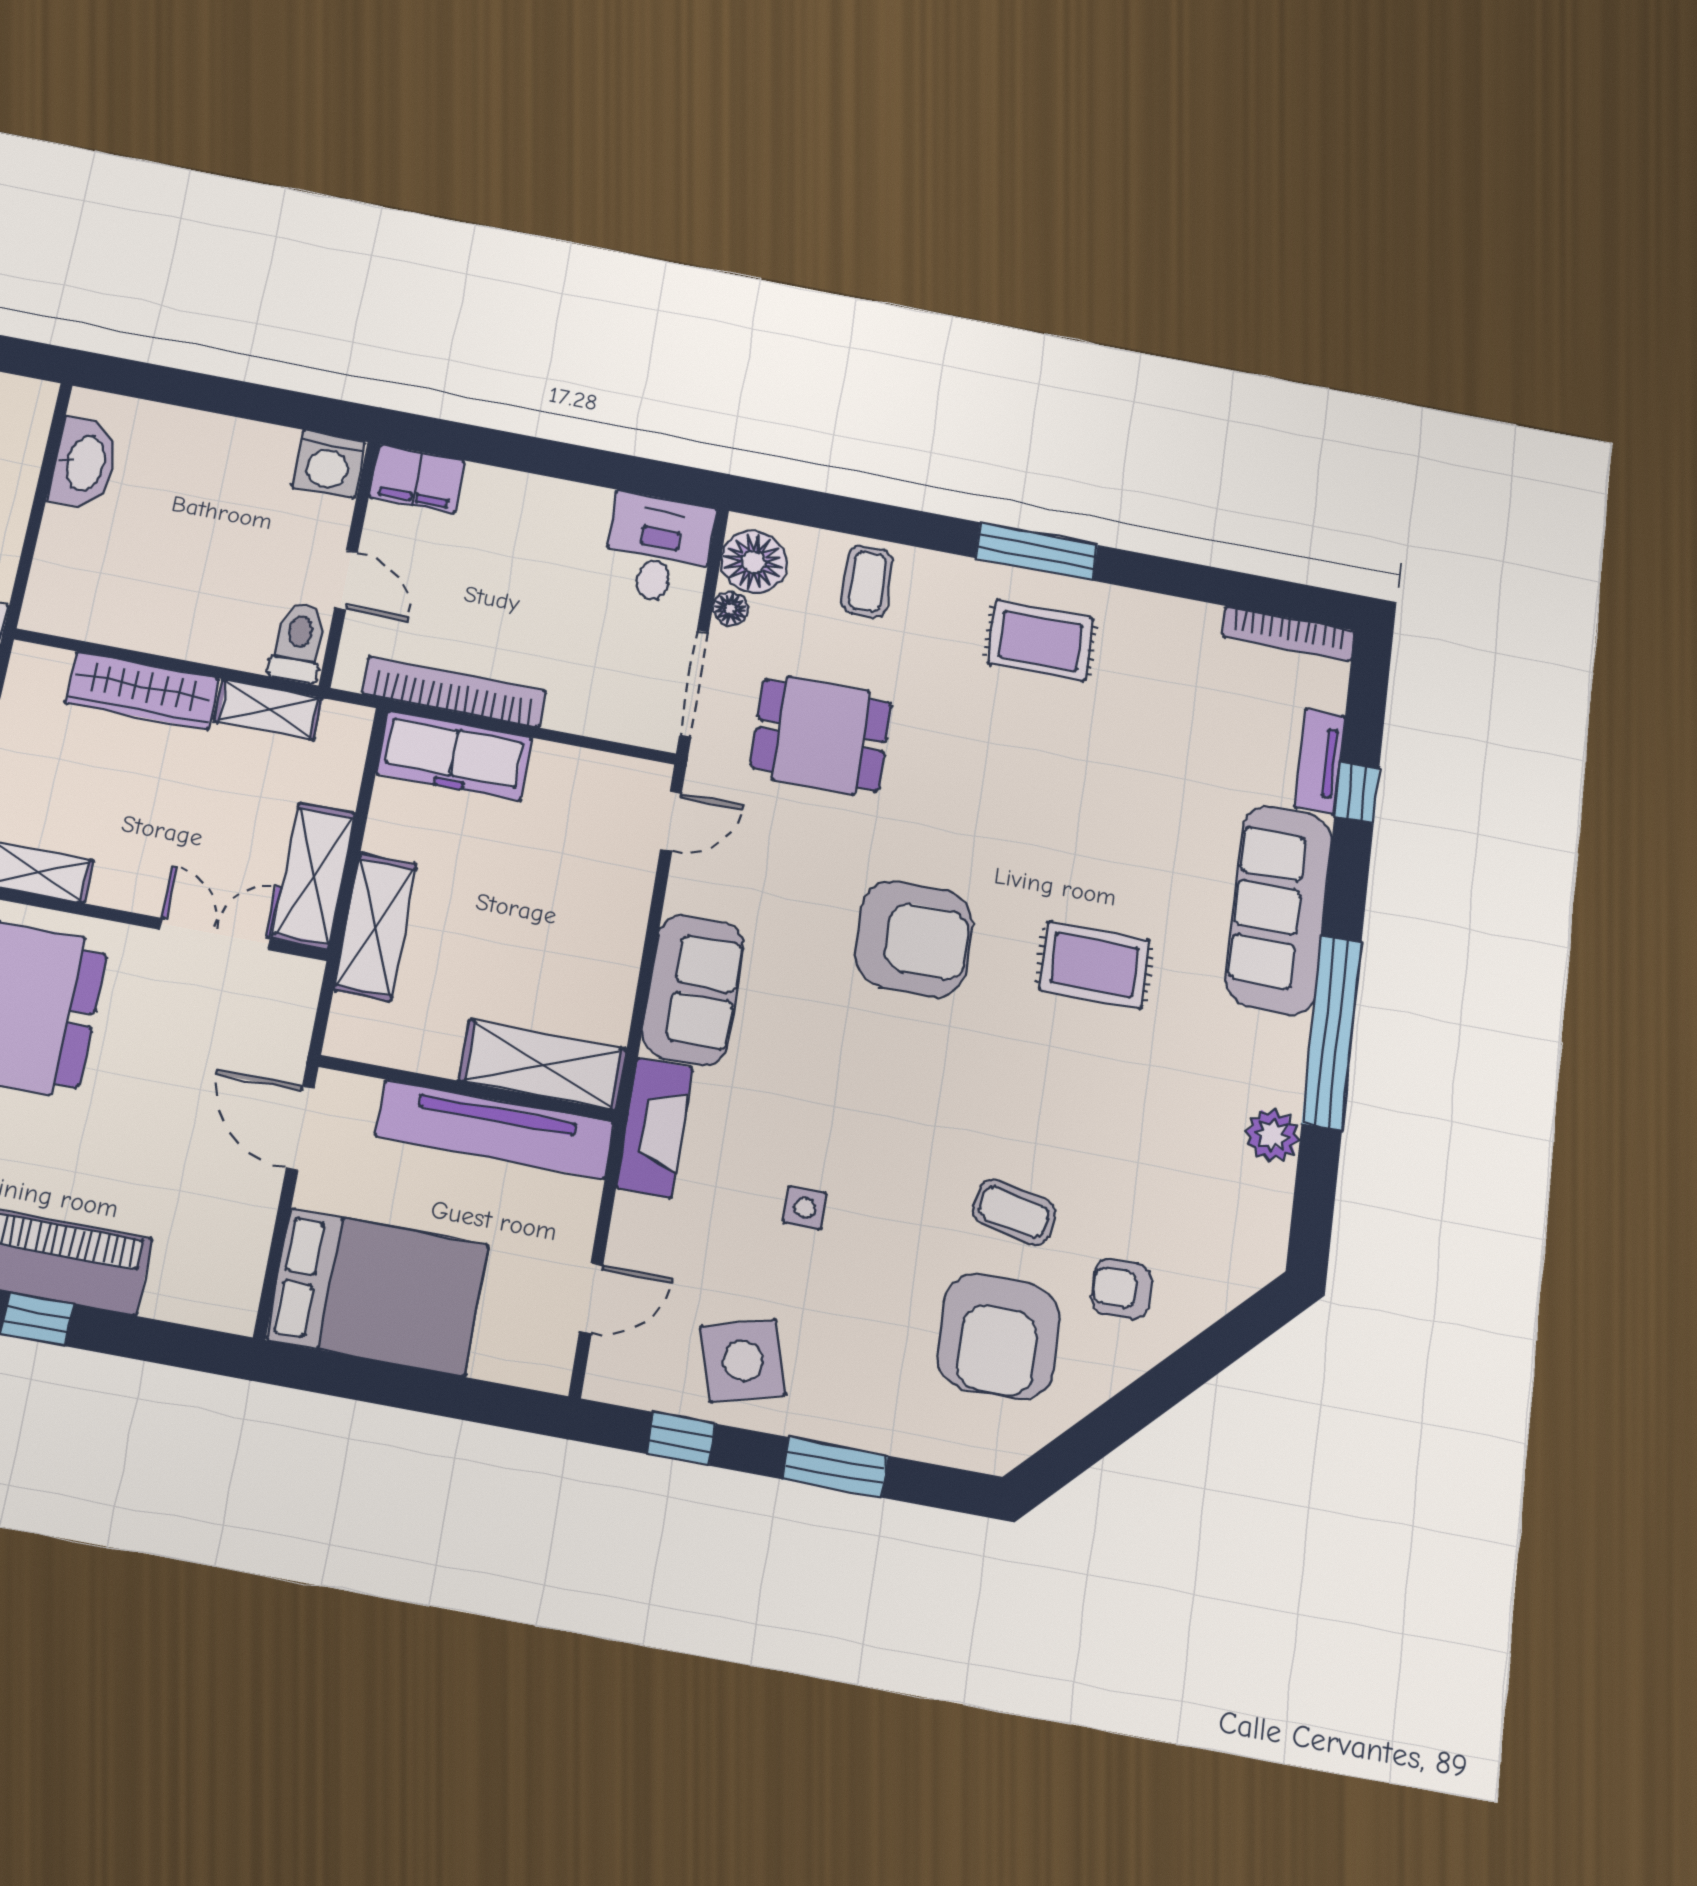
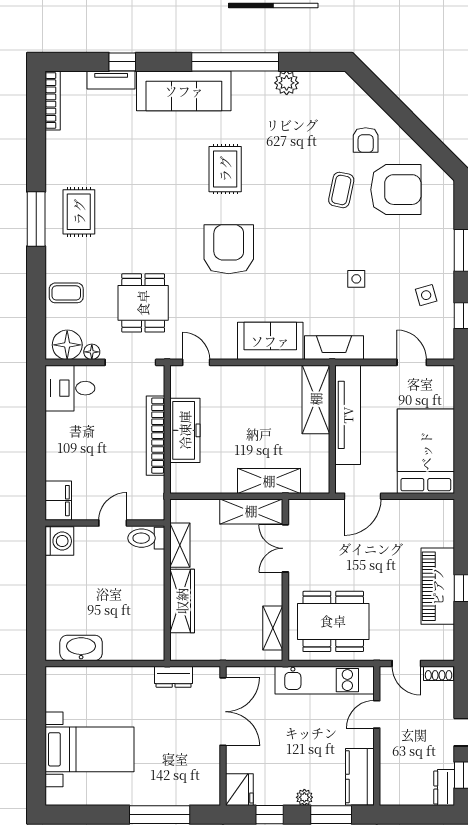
bookcase: (454, 692) -> (155, 436), moved
freezer: (454, 756) -> (185, 430), moved
side table: (743, 1361) -> (426, 295), width x0.54, depth x0.54

